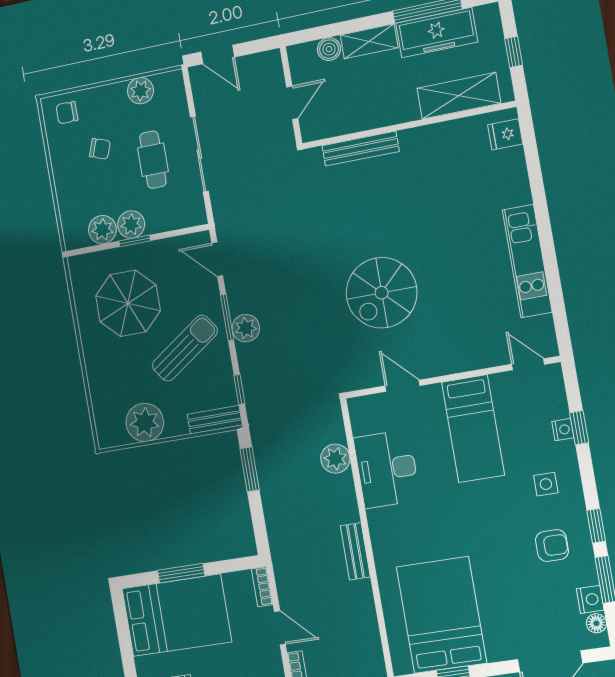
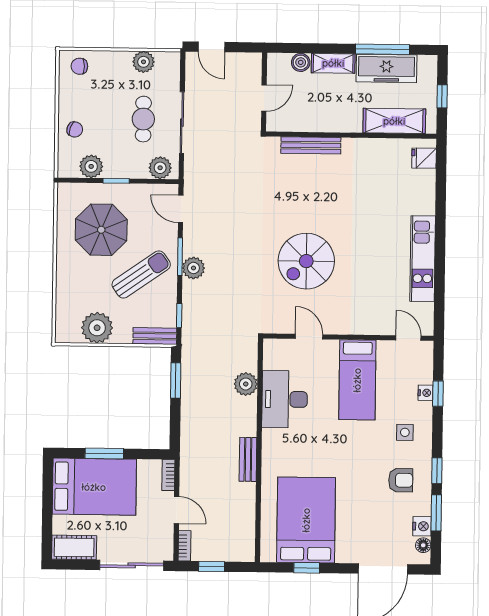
chair: (100, 149) -> (75, 129), moved
plant: (131, 224) -> (160, 168), moved

